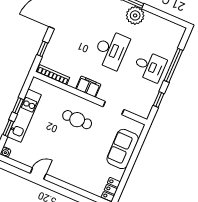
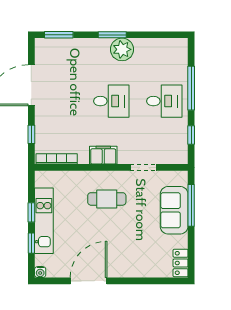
desk: (111, 50) -> (111, 101), width x0.73
window: (137, 151) -> (191, 205), added
door: (38, 174) -> (89, 281), width x1.88

